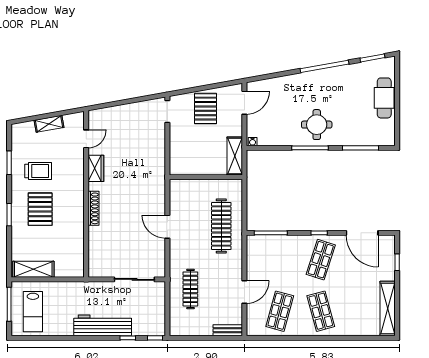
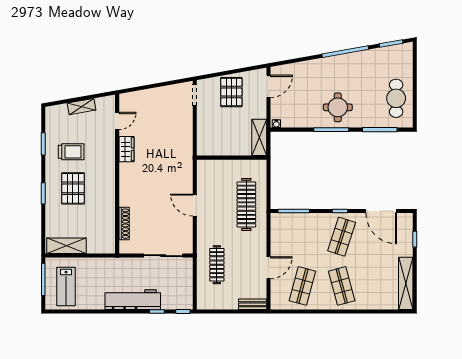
cafe table: (384, 98) -> (396, 98), moved
shoe rack: (94, 208) -> (124, 224), moved

